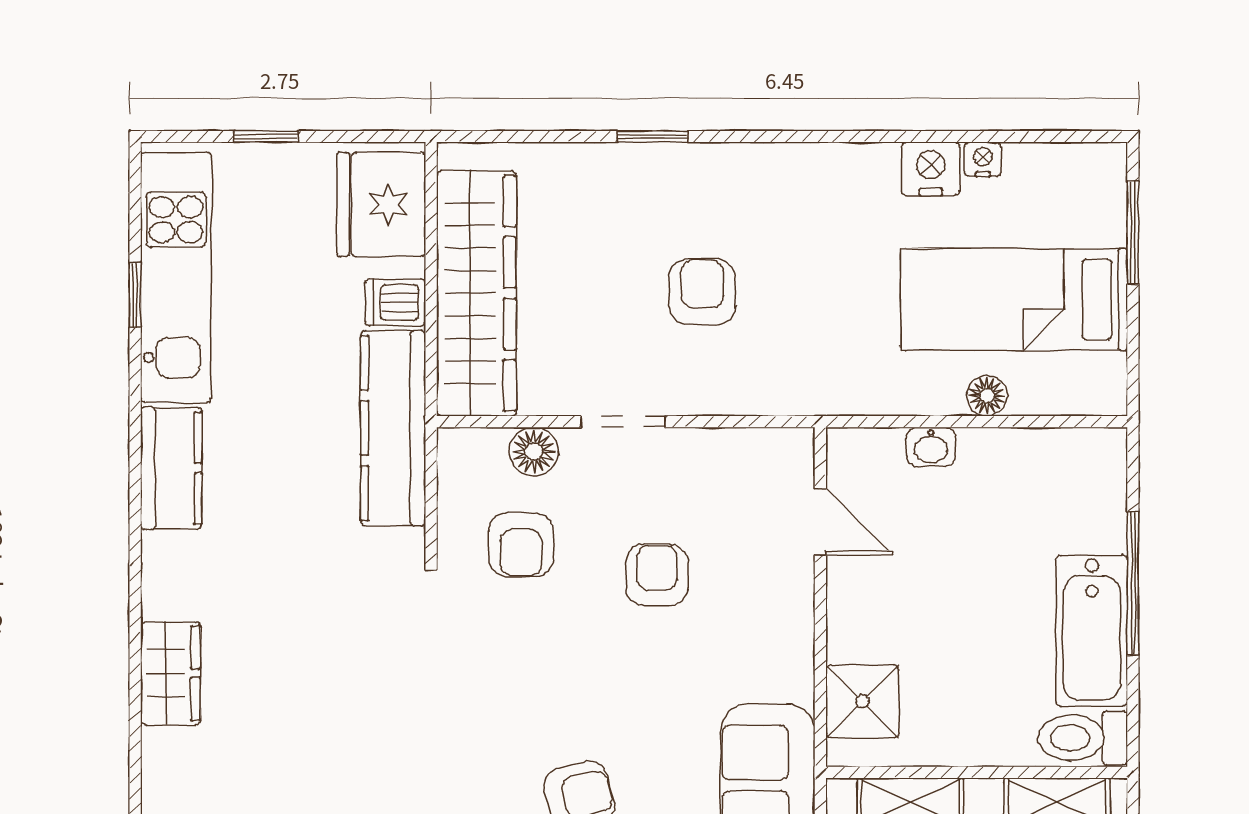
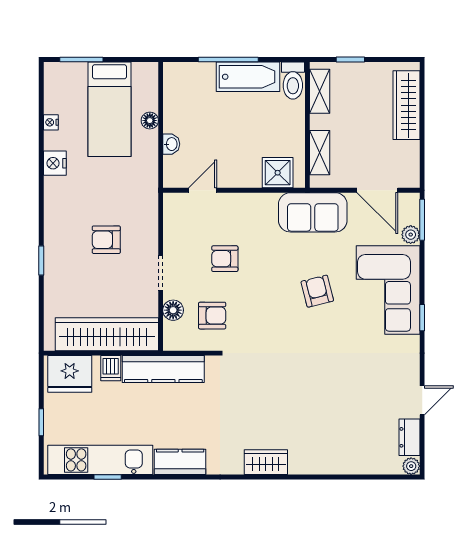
nightstand: (931, 169) -> (55, 163), moved

